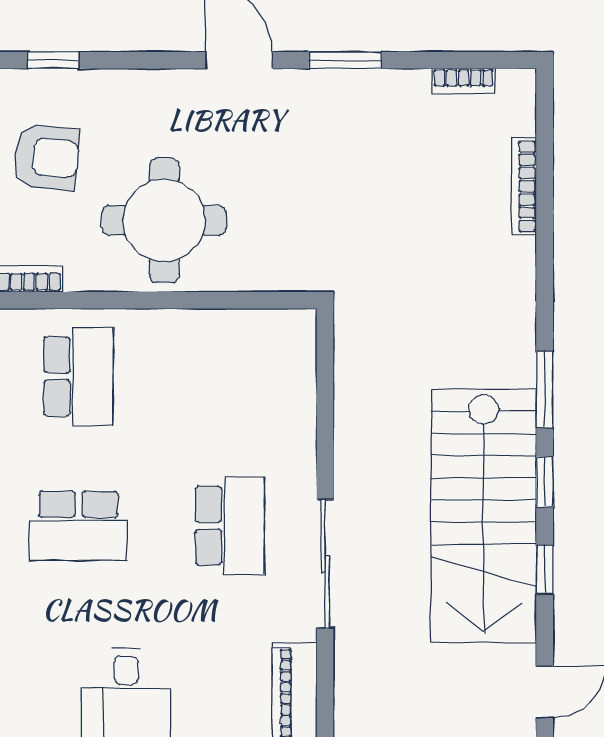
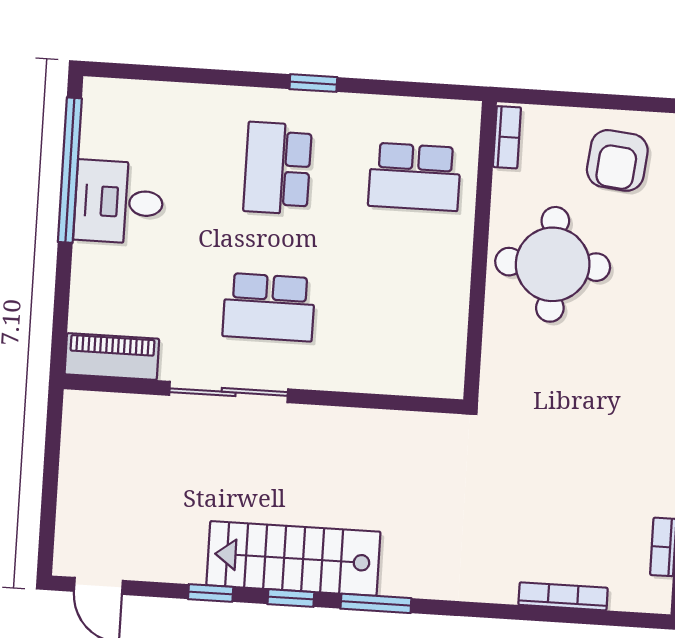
stairs: (484, 516) -> (293, 558), width x0.73, depth x0.66

